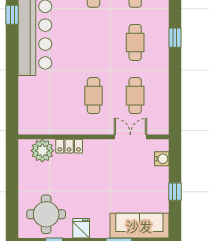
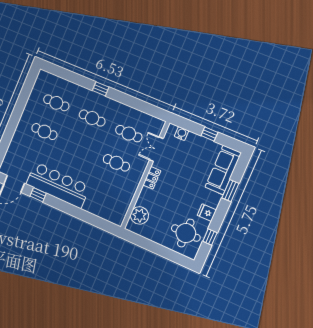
locker: (69, 146) -> (152, 178), moved

